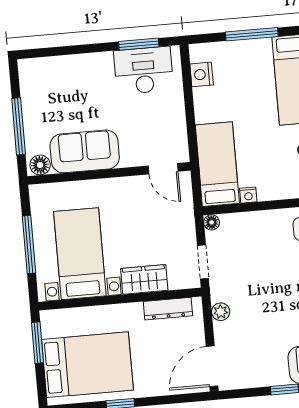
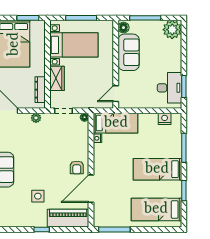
plant: (36, 75) -> (172, 30), added

